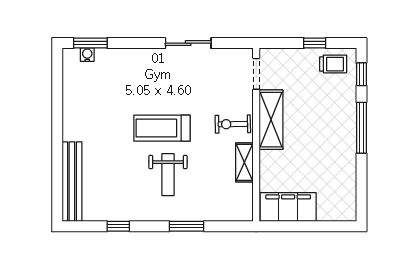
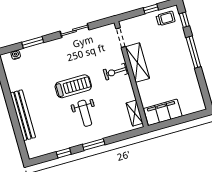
window: (90, 43) -> (33, 42), moved
treadmill: (162, 128) -> (73, 86), turned 180
shelving: (244, 162) -> (135, 113), moved
bench: (72, 182) -> (23, 115), moved
window: (187, 226) -> (94, 144), moved

